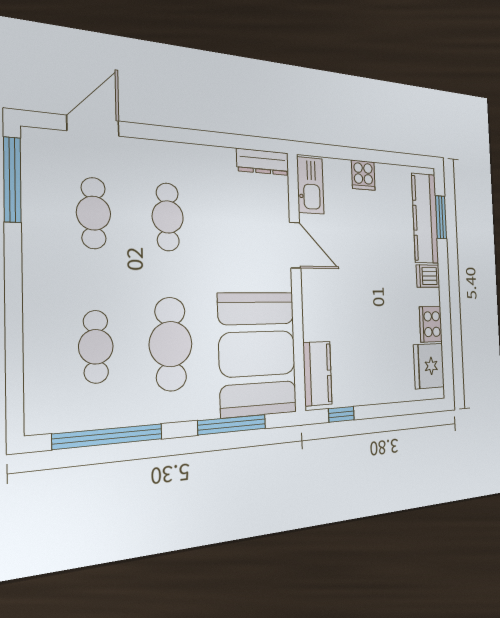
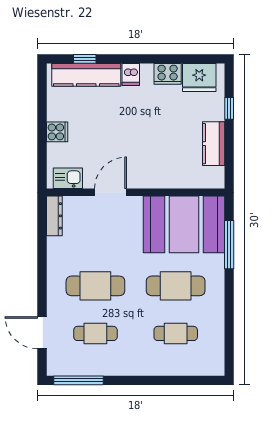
kitchen sink: (310, 185) -> (68, 178), width x0.73
cafe table: (168, 217) -> (95, 286), width x1.37, depth x1.35
window: (441, 217) -> (85, 59), width x0.67
kitchen counter: (317, 373) -> (214, 144), moved, turned -90
window: (341, 414) -> (229, 108), moved
window: (108, 436) -> (229, 327), removed

